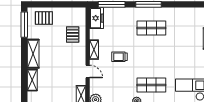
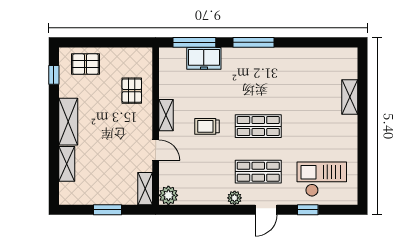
freezer: (97, 18) -> (204, 58), moved, turned 90
window: (24, 25) -> (54, 75), width x0.46
shop shelf: (151, 28) -> (258, 126), moved

